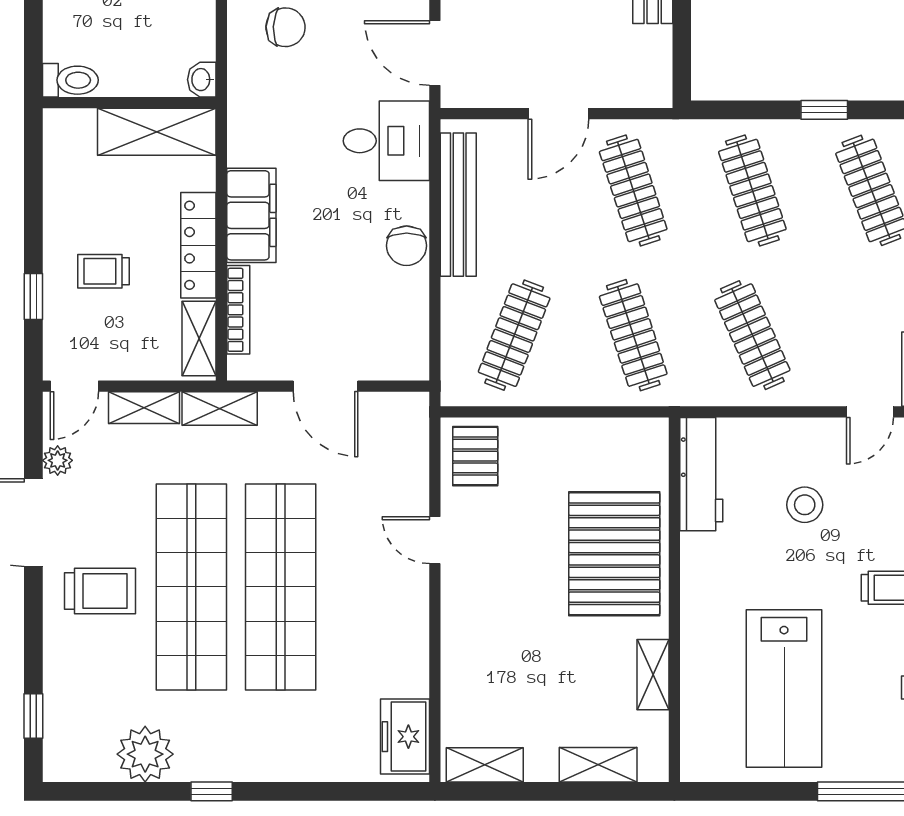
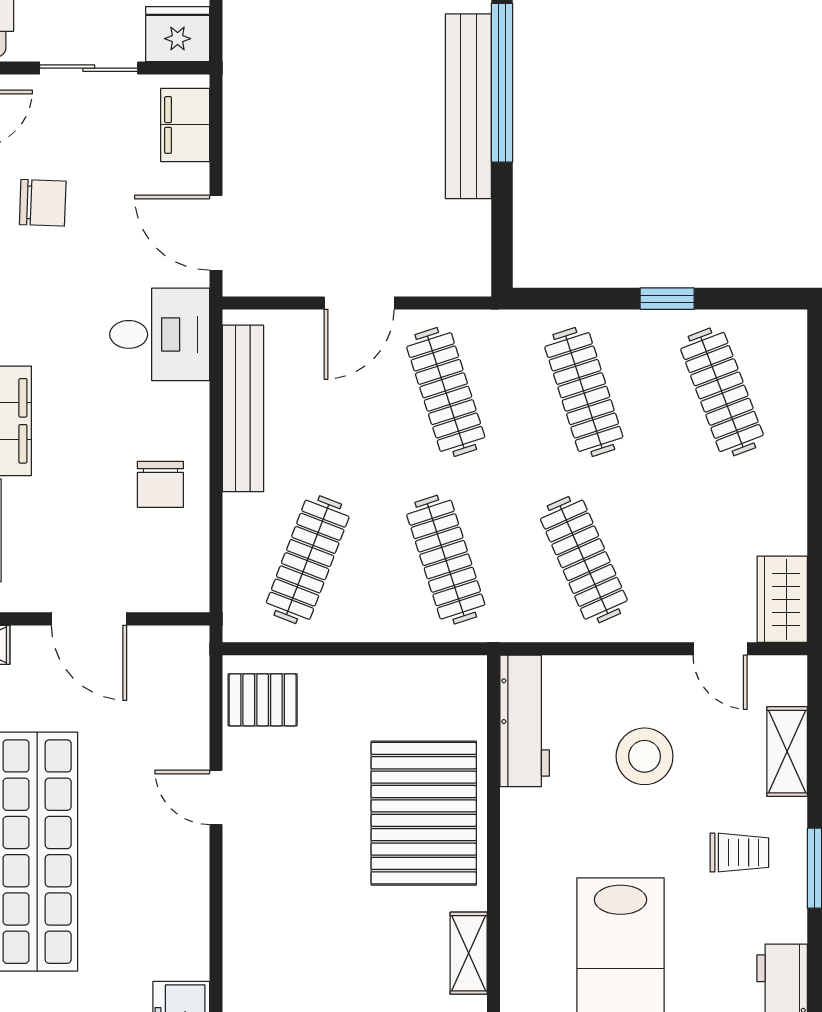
chair: (407, 246) -> (160, 484), moved
door: (870, 412) -> (720, 649), hinge flipped
pallet: (475, 456) -> (263, 700), turned 90
stool: (805, 505) -> (645, 756), width x1.38, depth x1.38

